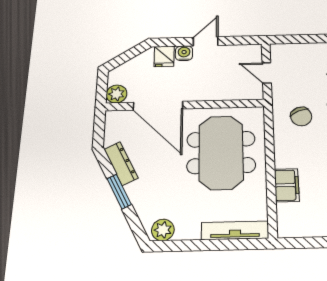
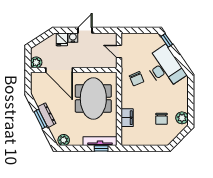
dresser: (121, 164) -> (47, 115), moved
window: (238, 244) -> (101, 148), added

